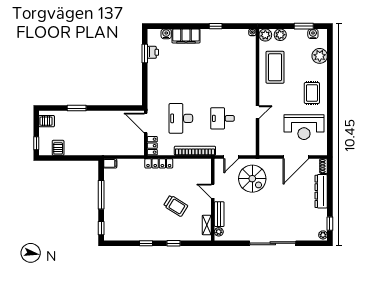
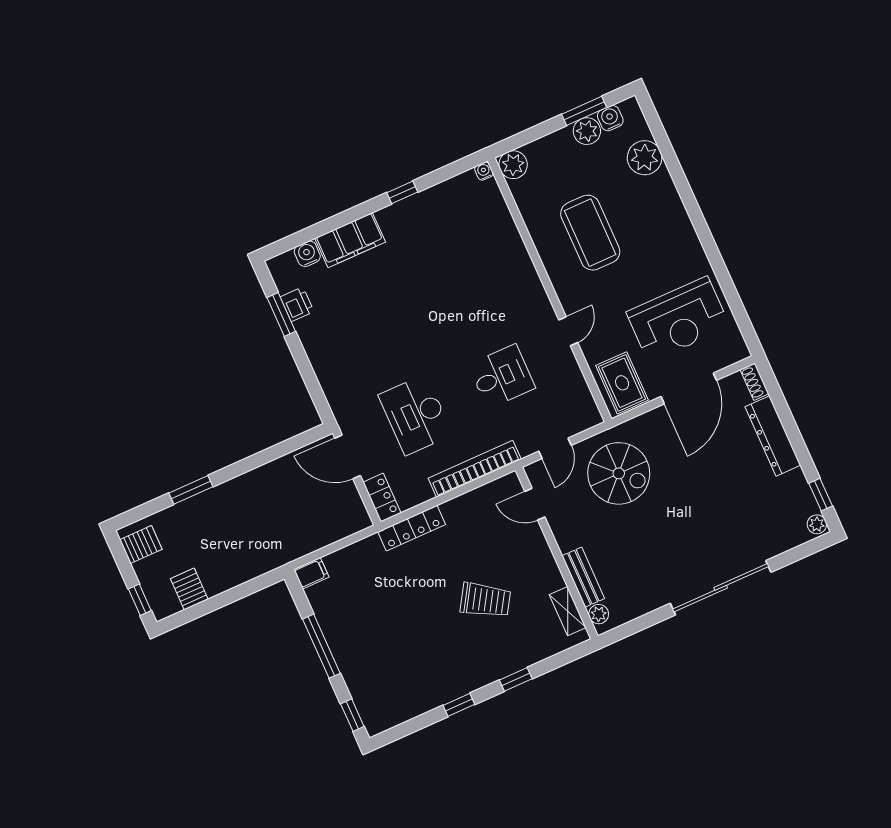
plant: (280, 35) -> (587, 131), moved
coffee table: (275, 67) -> (590, 233), moved
rug: (312, 93) -> (622, 383), moved
desk: (223, 118) -> (502, 376), turned 180
door: (213, 191) -> (535, 504), moved

